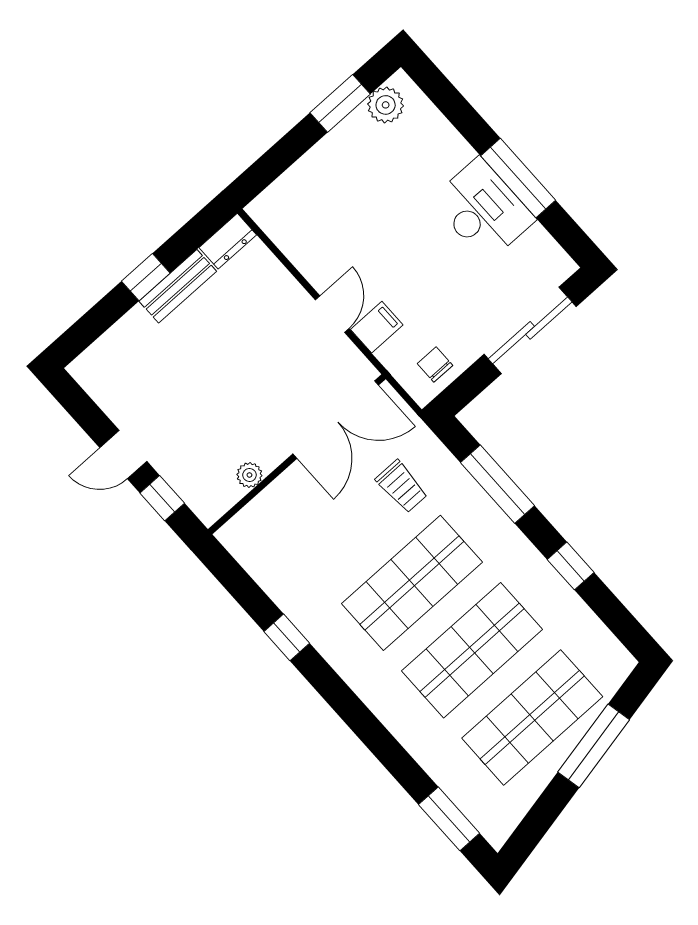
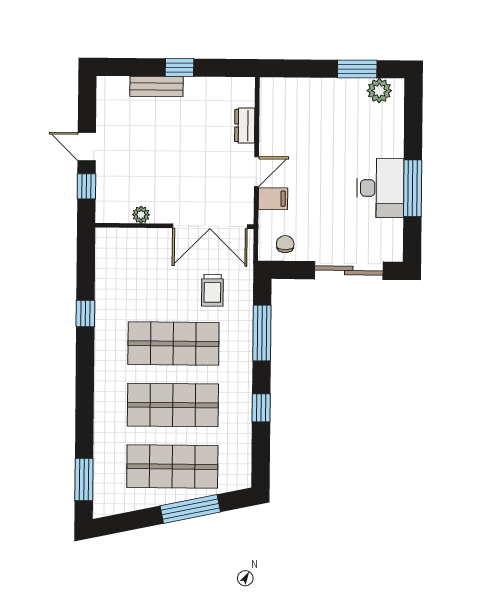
dresser: (228, 241) -> (245, 125), moved, turned 90
bench: (178, 286) -> (157, 86), moved

